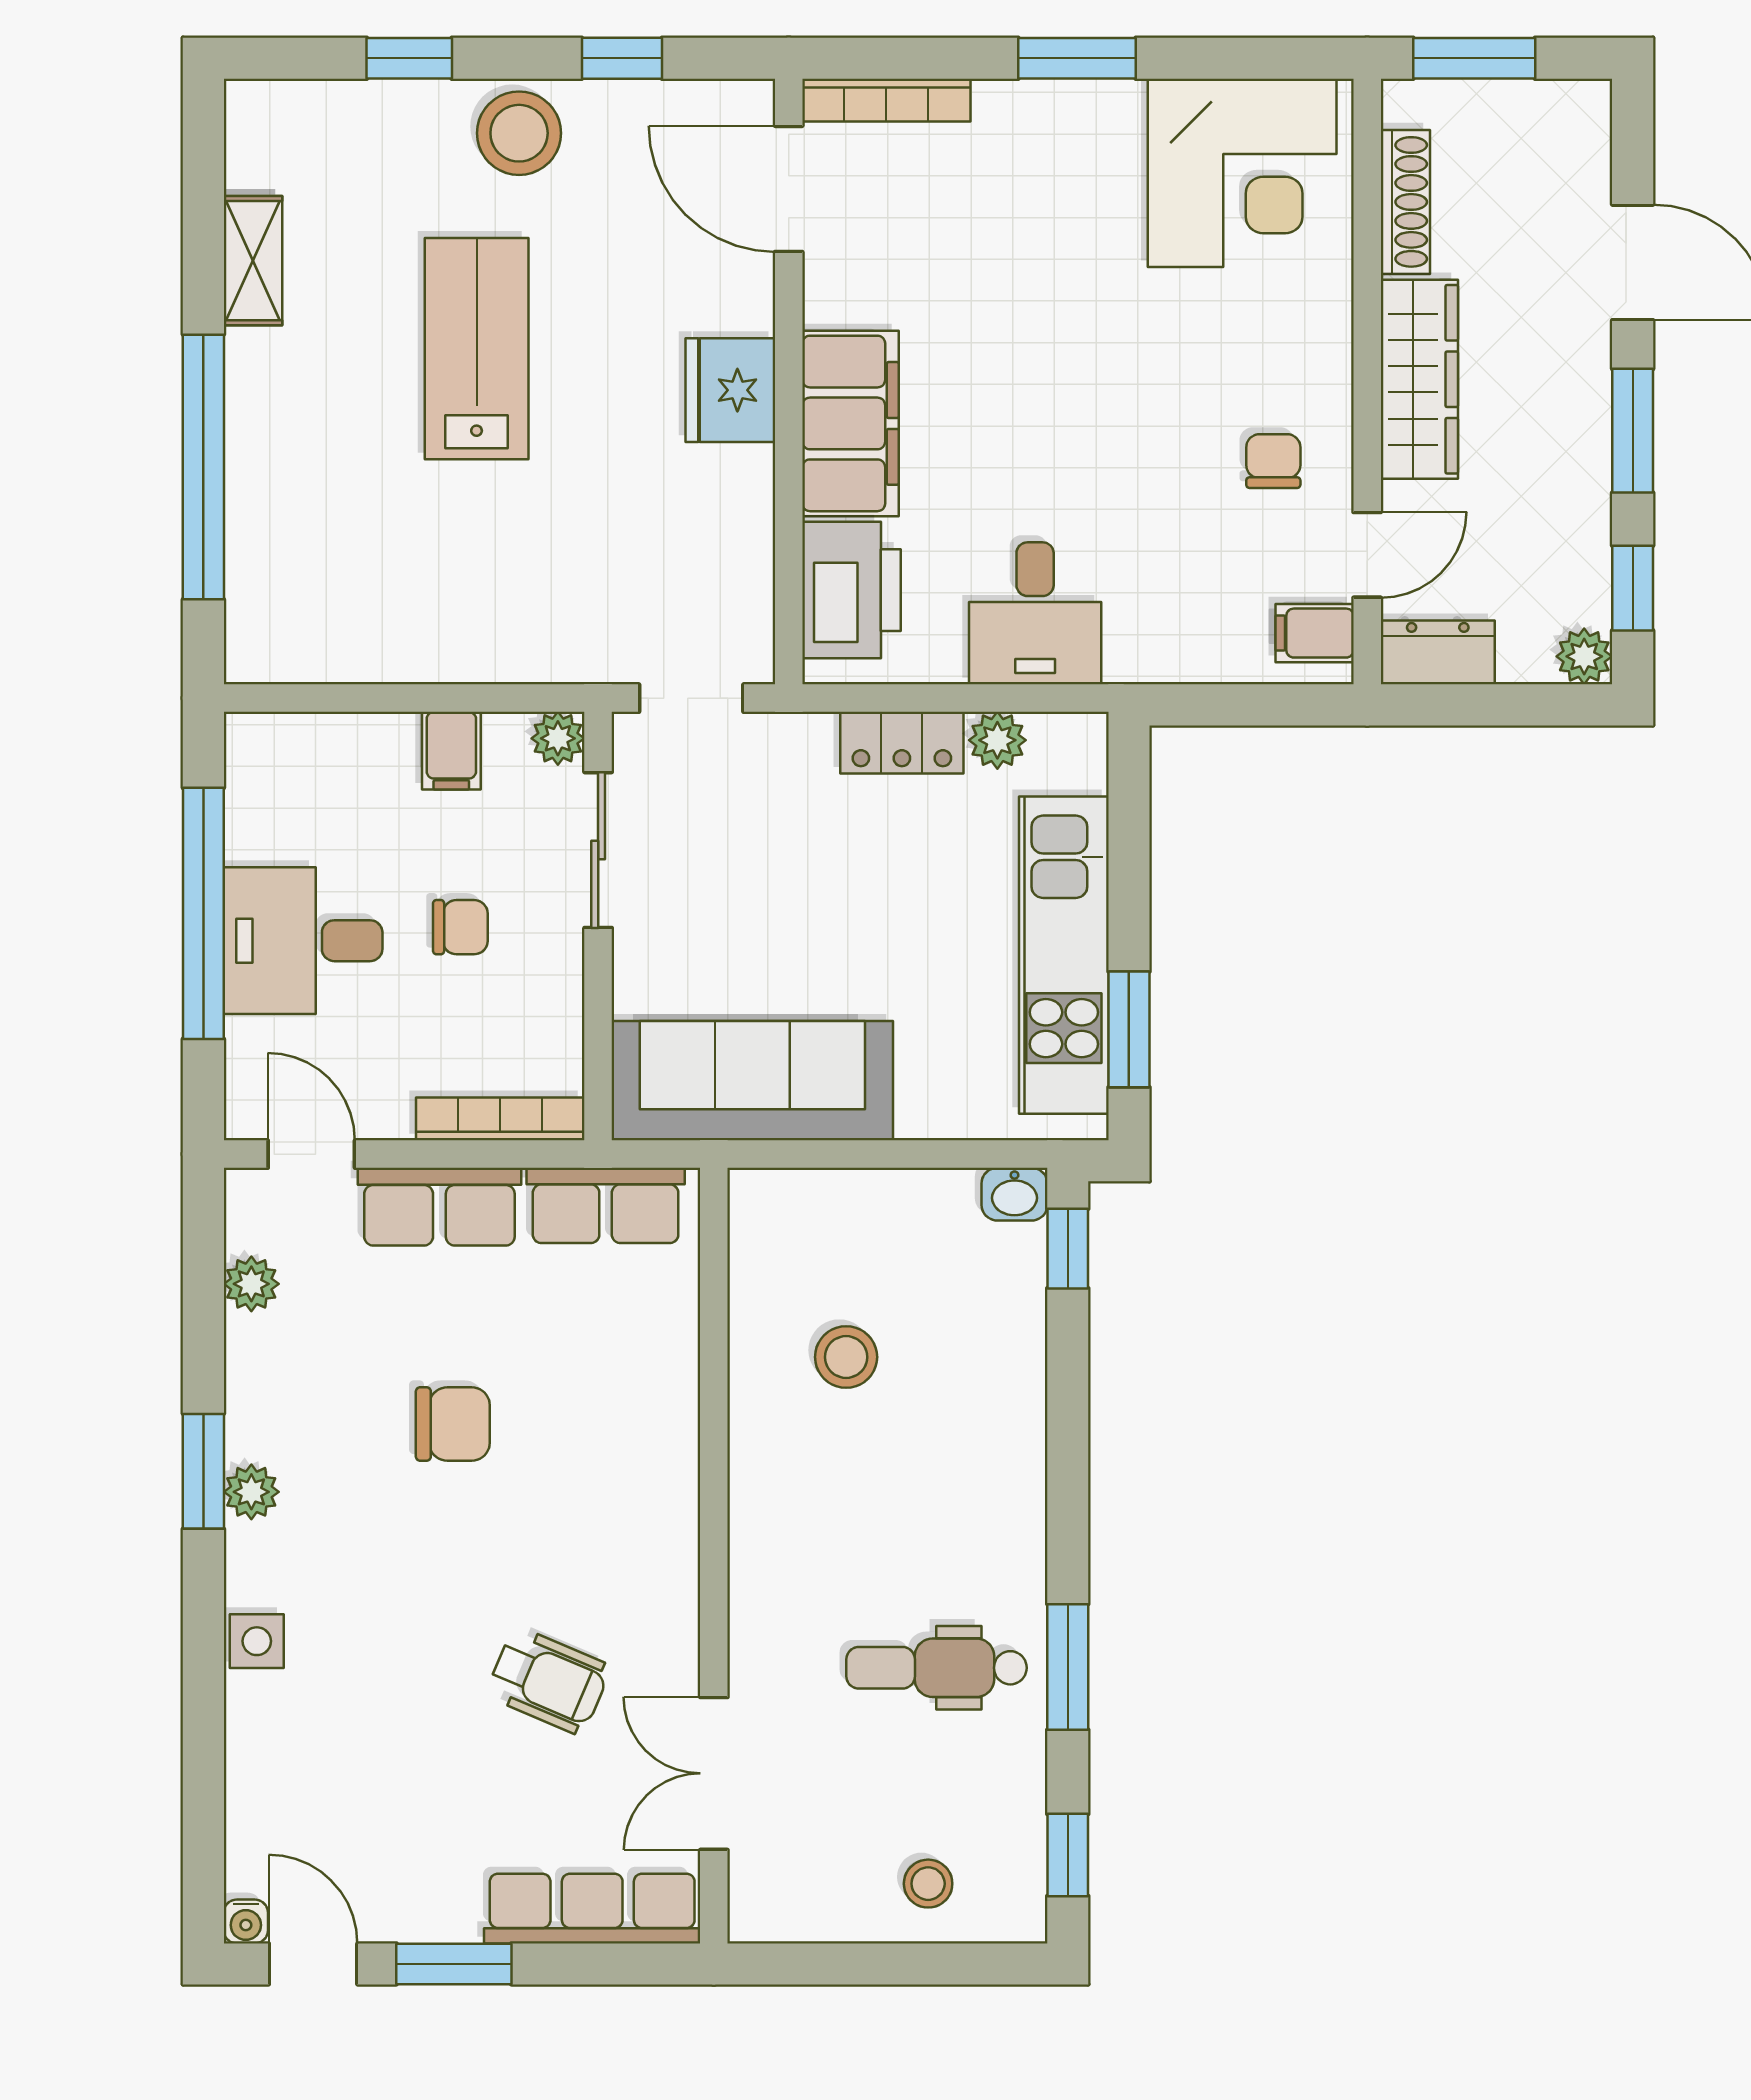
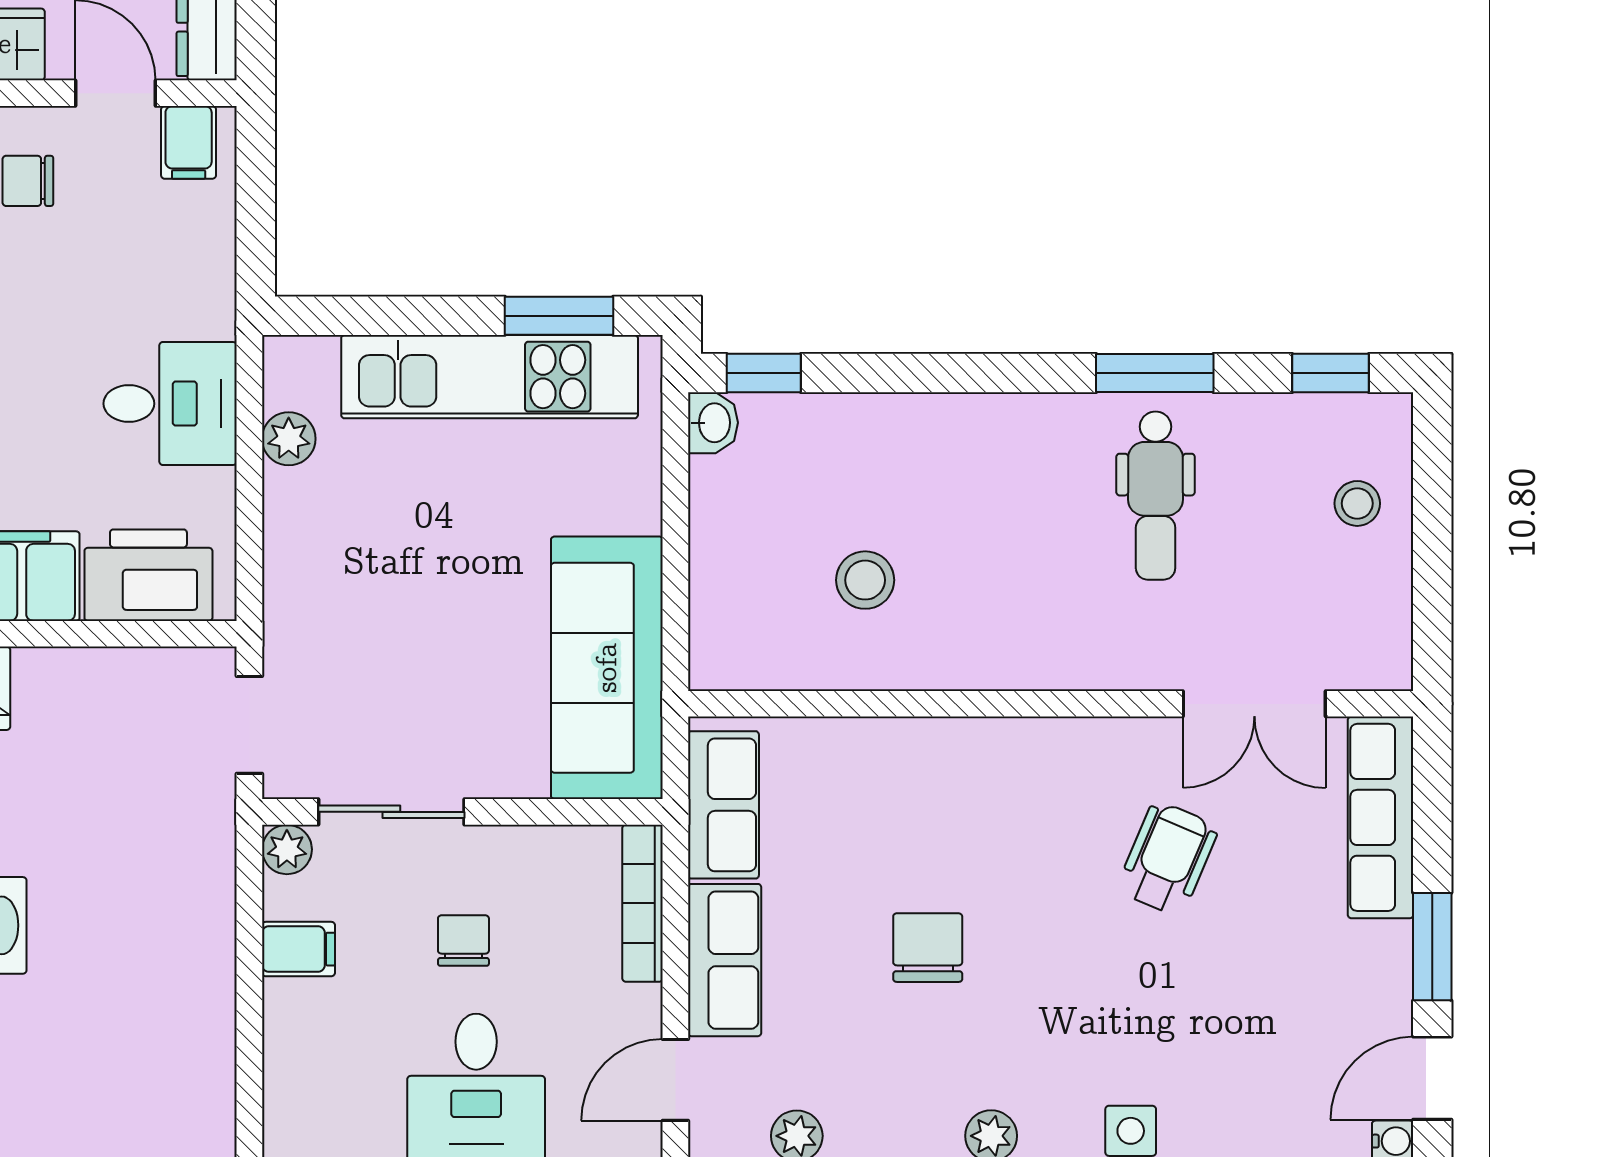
locker: (902, 743) -> (291, 528), removed

